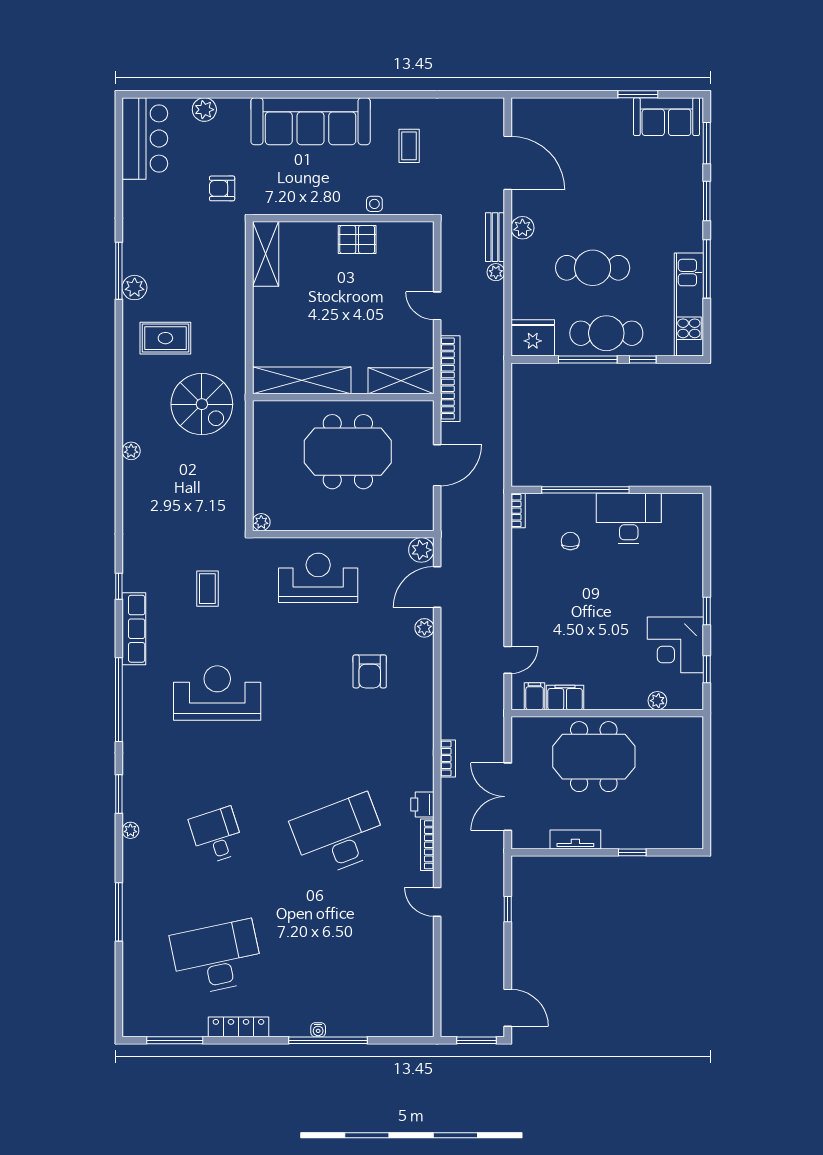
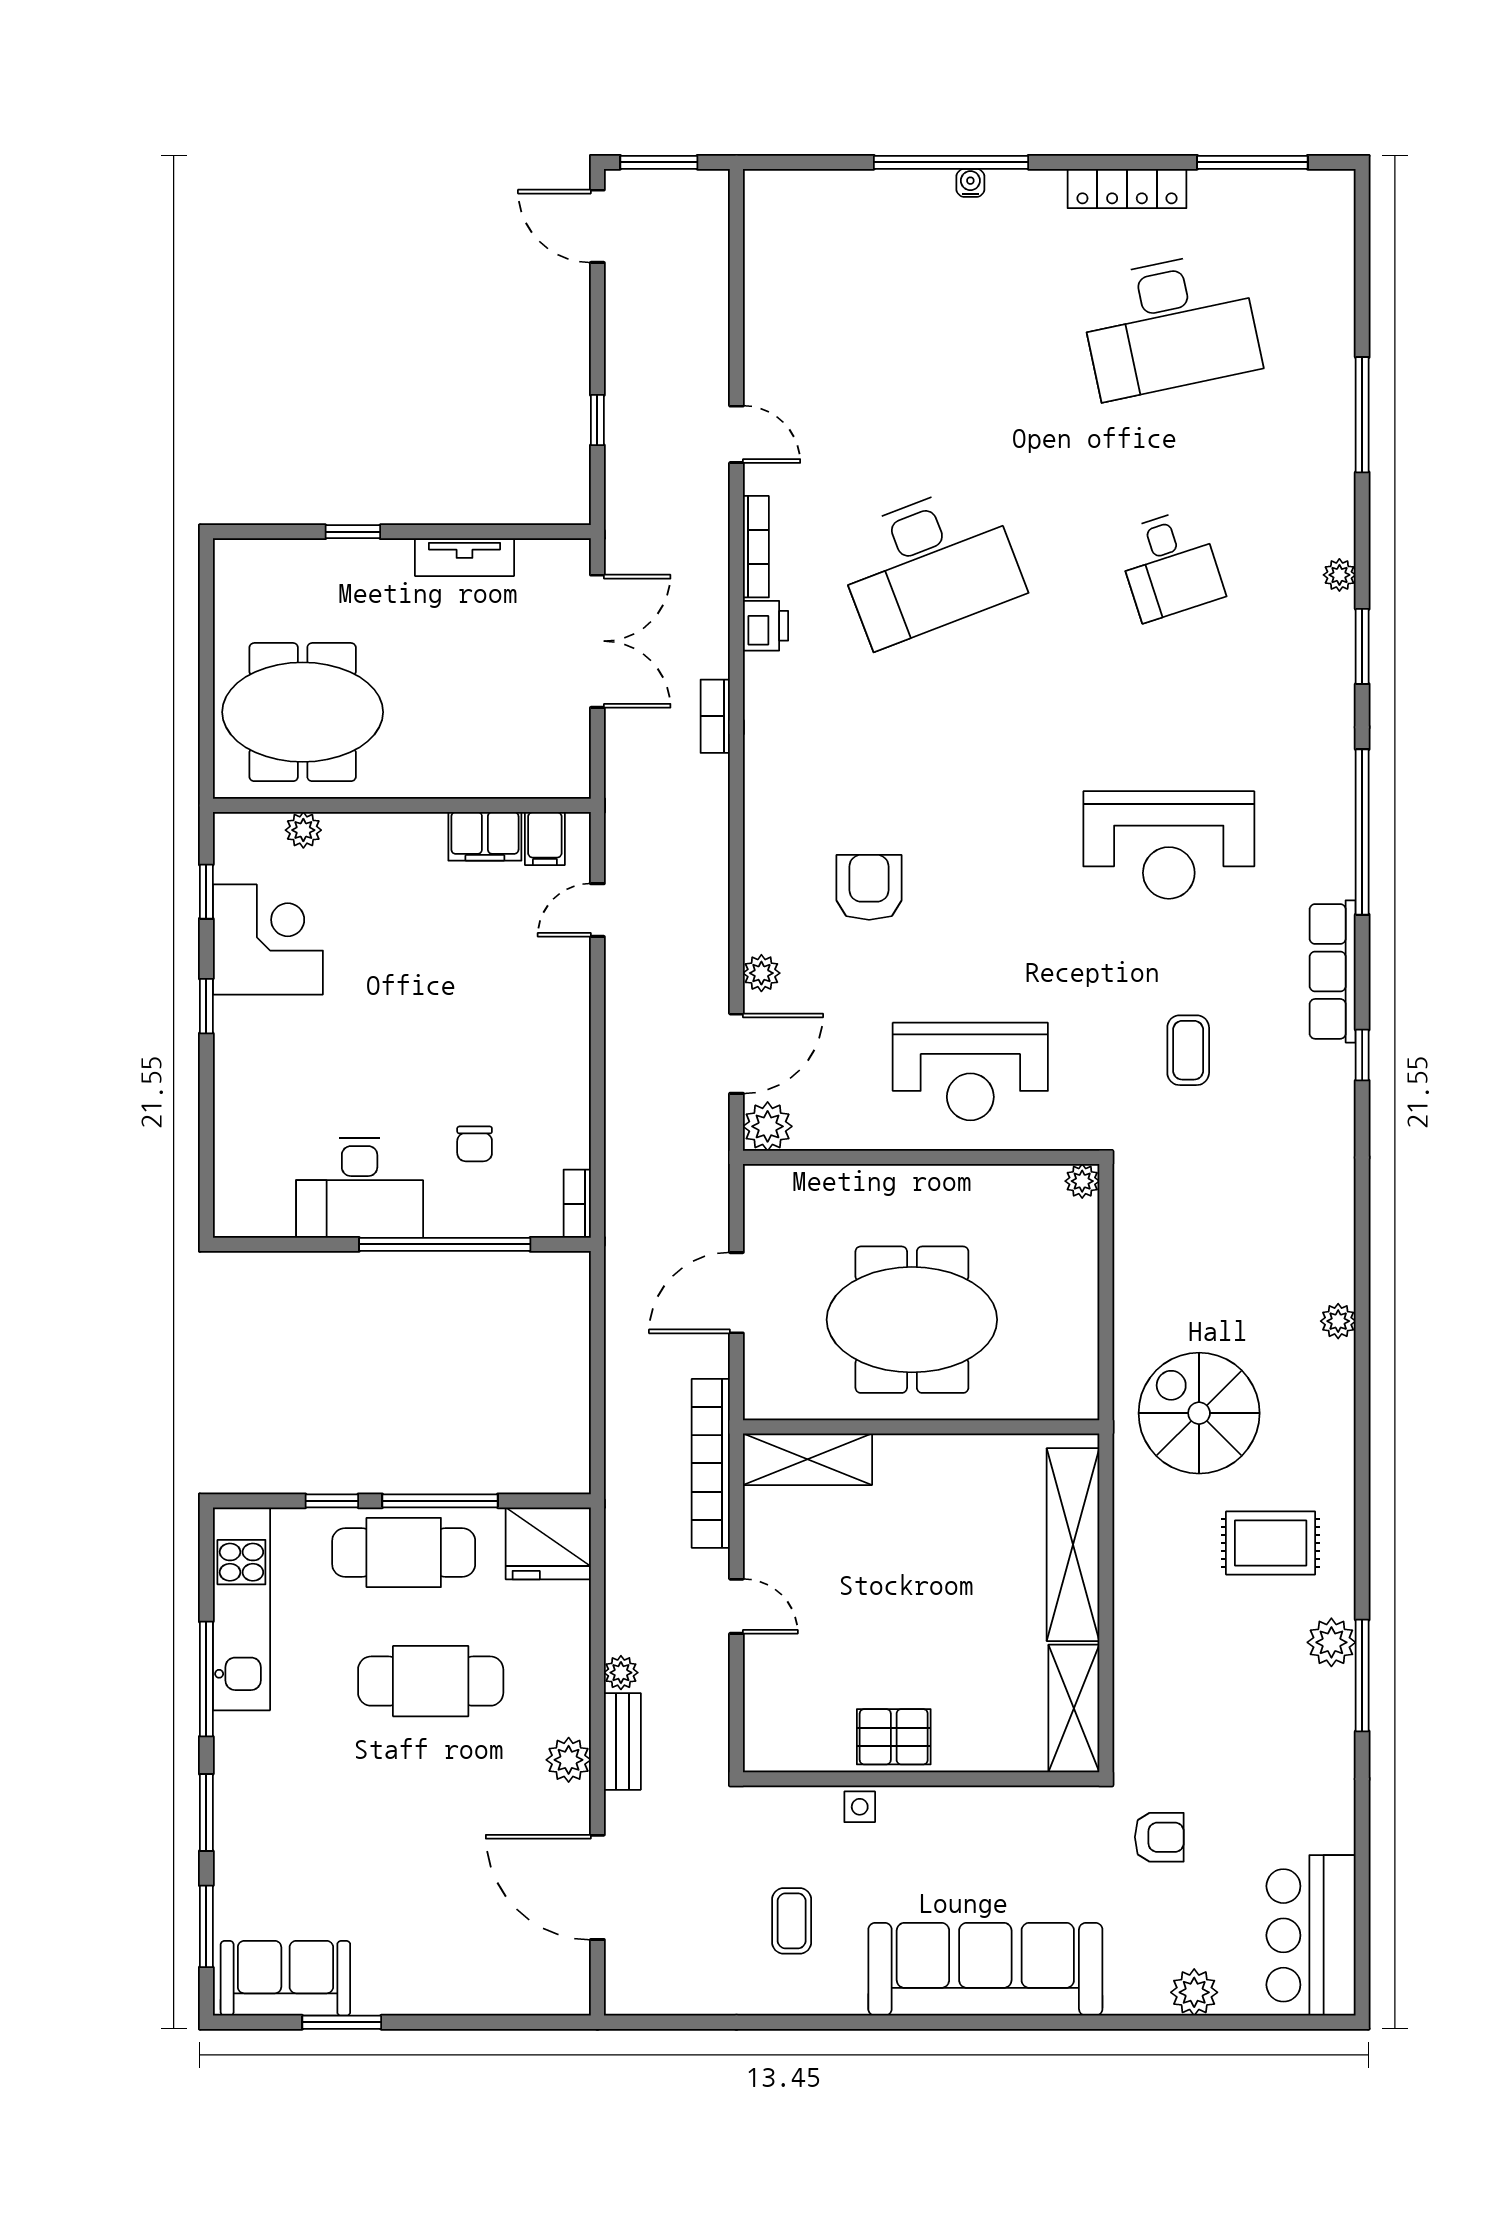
shelving: (302, 380) -> (1073, 1545), moved, turned 90
meeting table: (594, 757) -> (303, 712), moved

